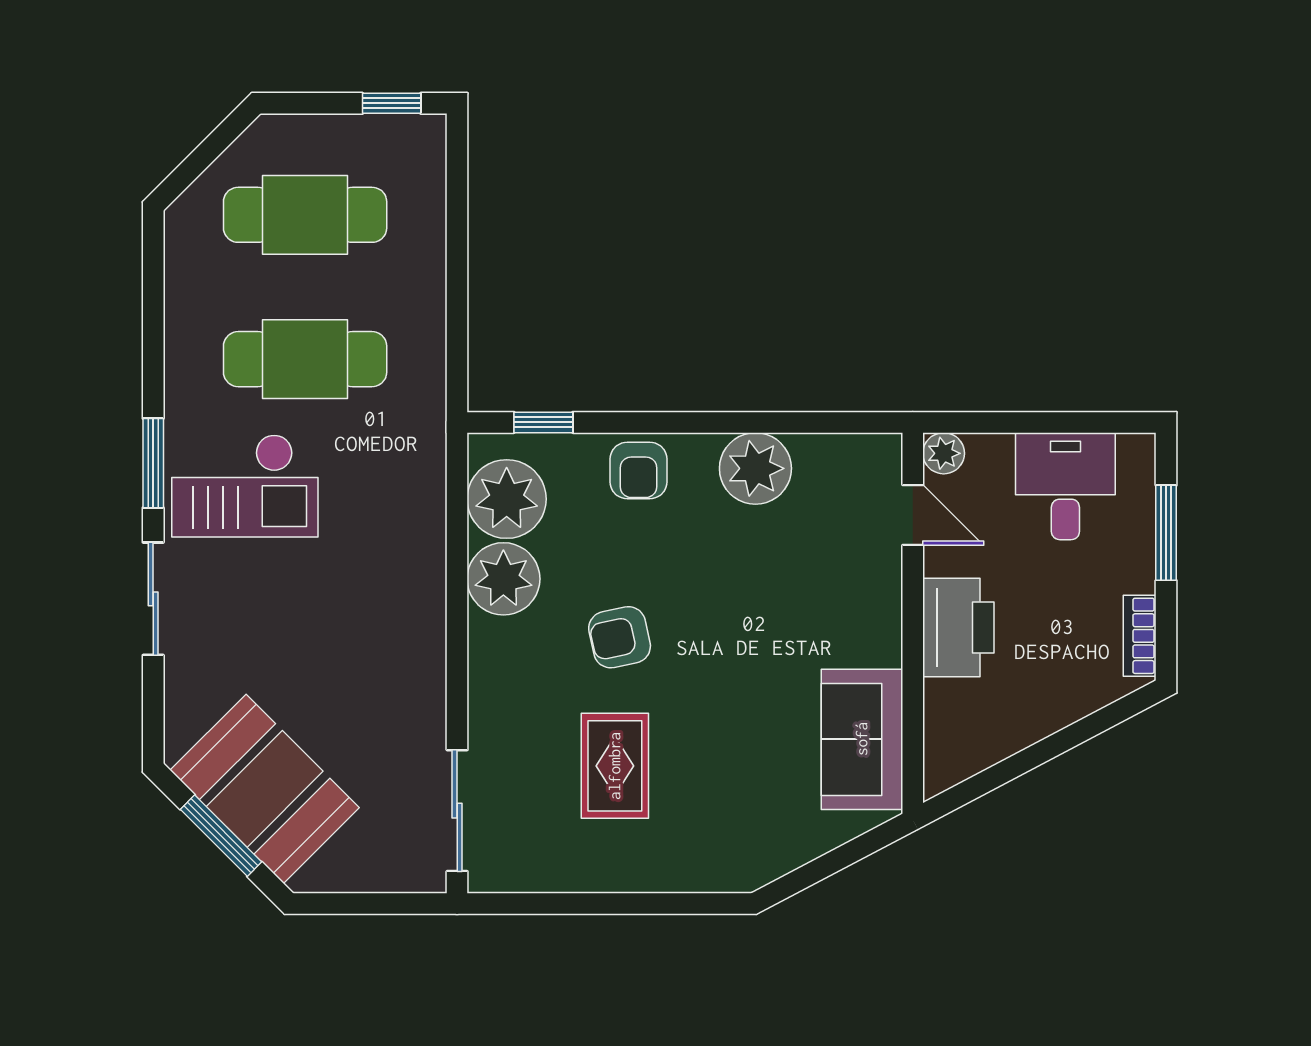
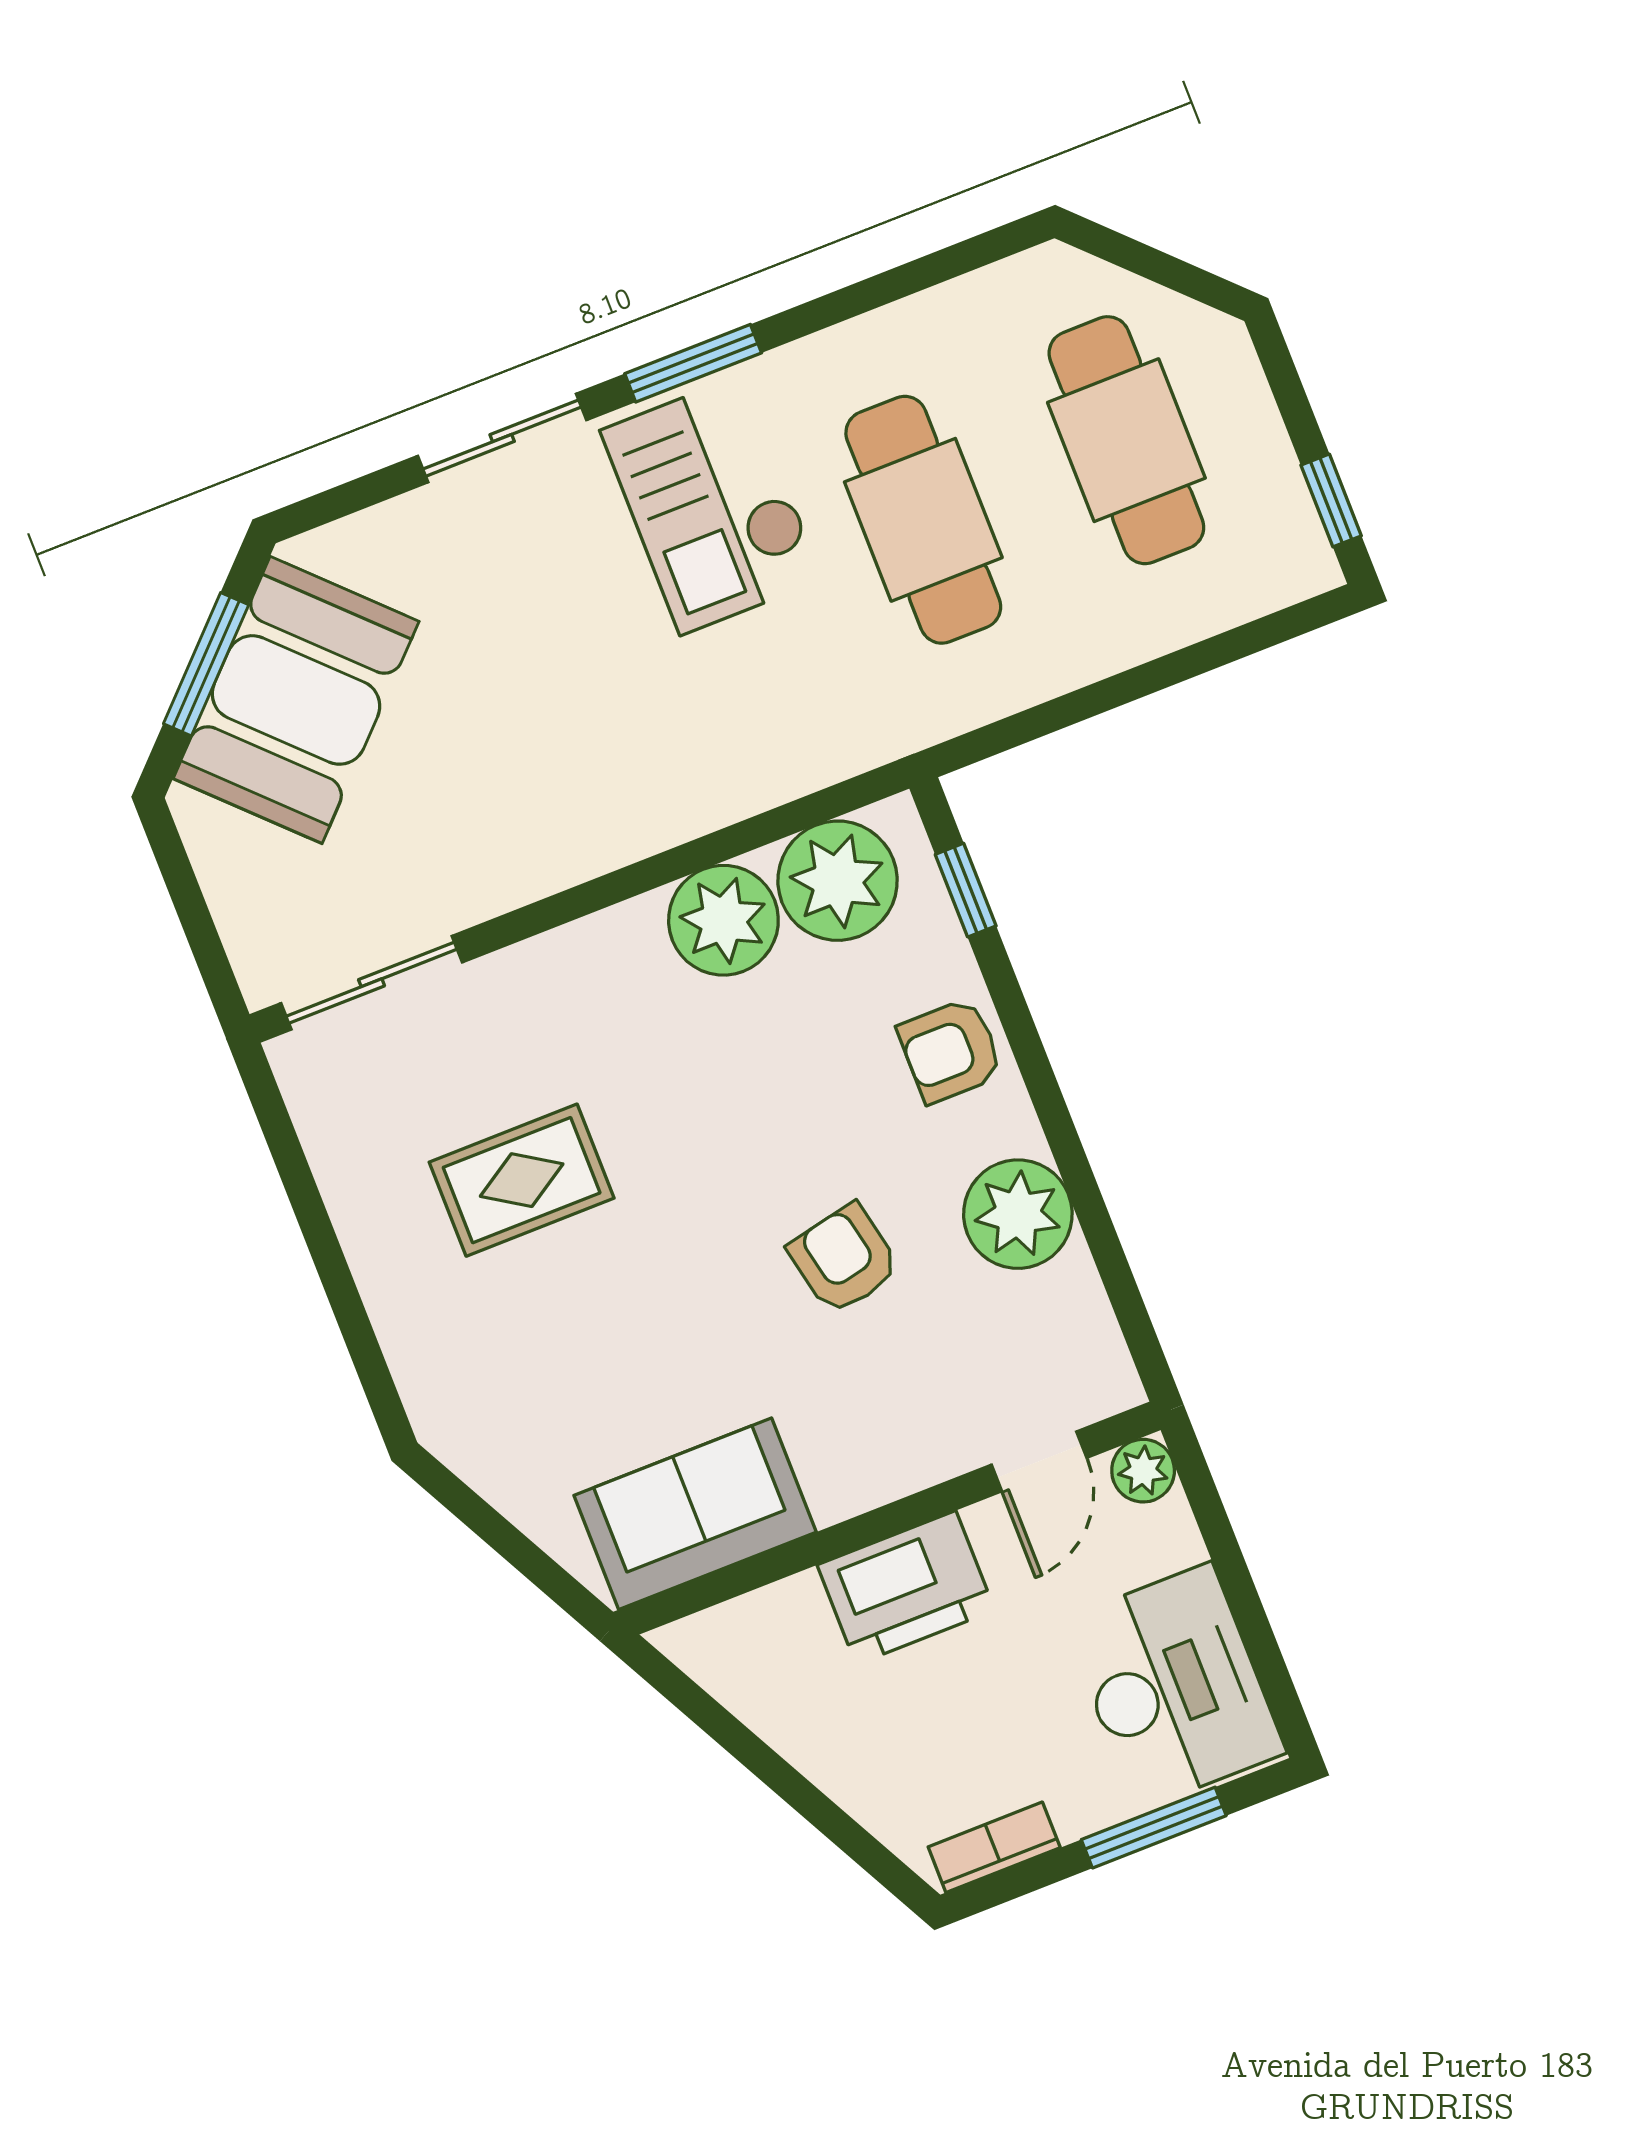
desk: (1065, 486) -> (1174, 1686), width x1.37
armchair: (620, 637) -> (844, 1259), moved

